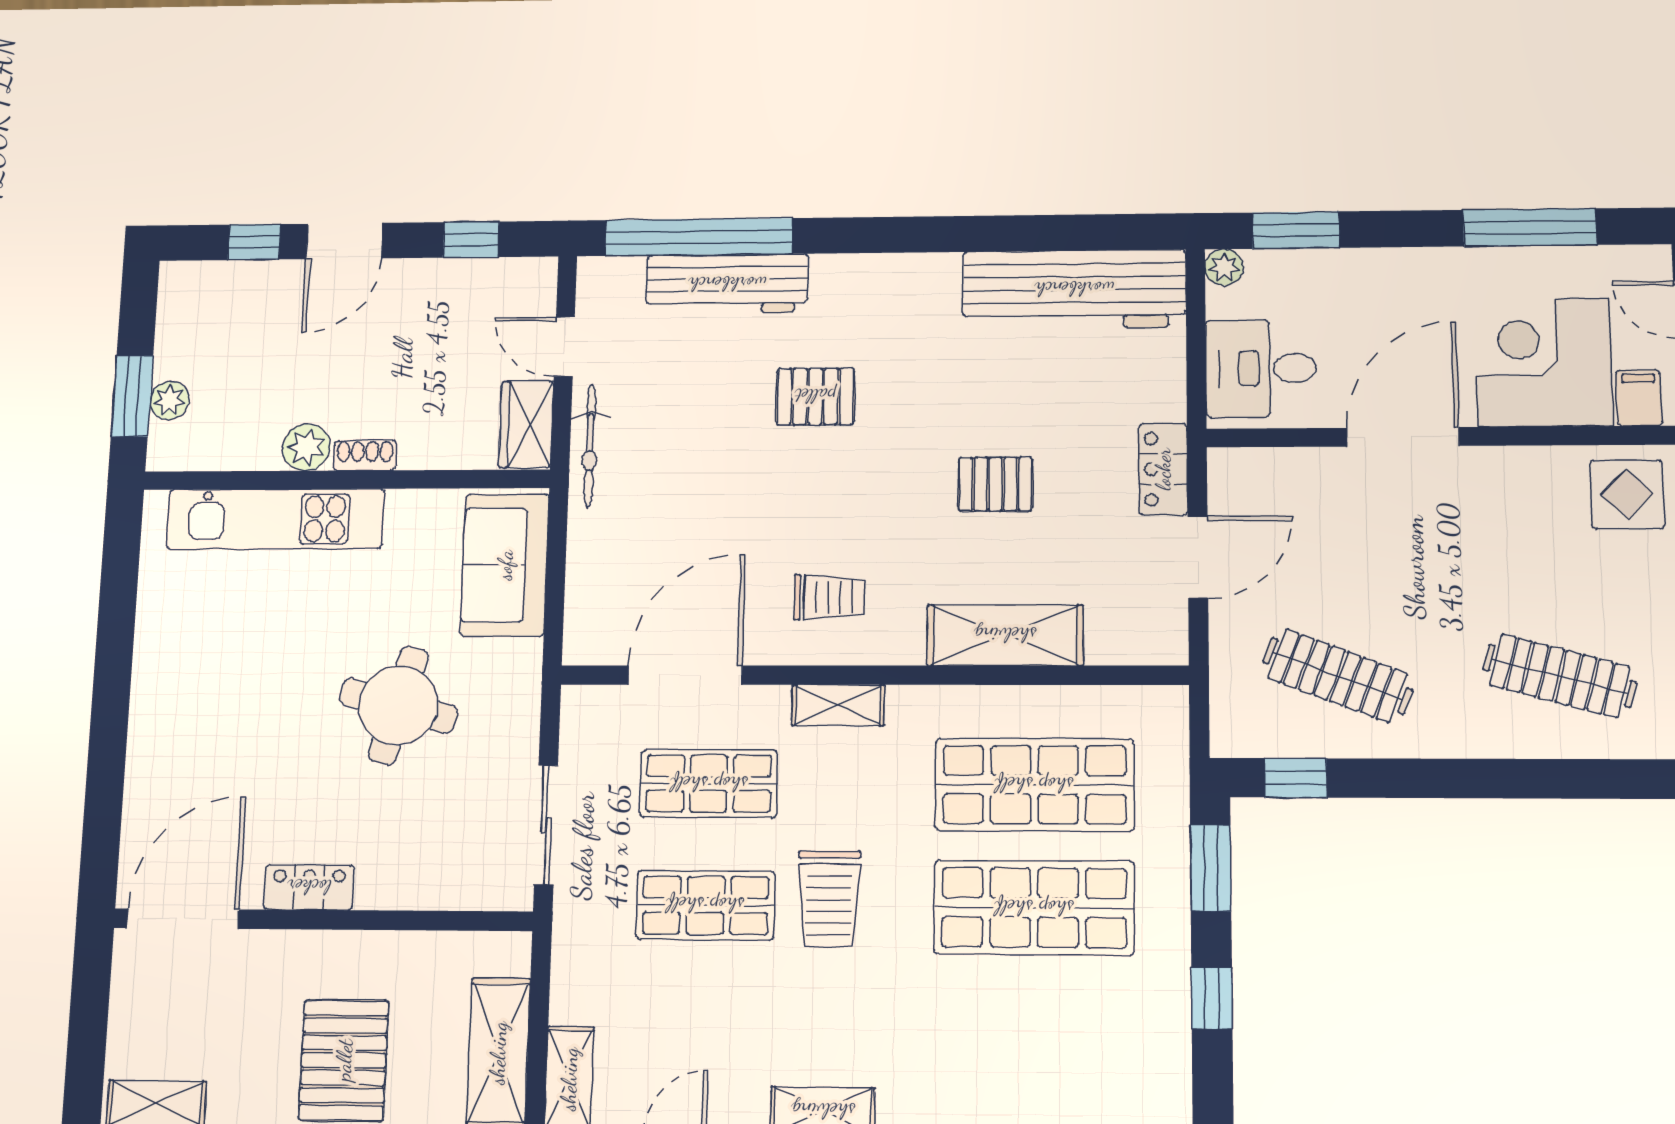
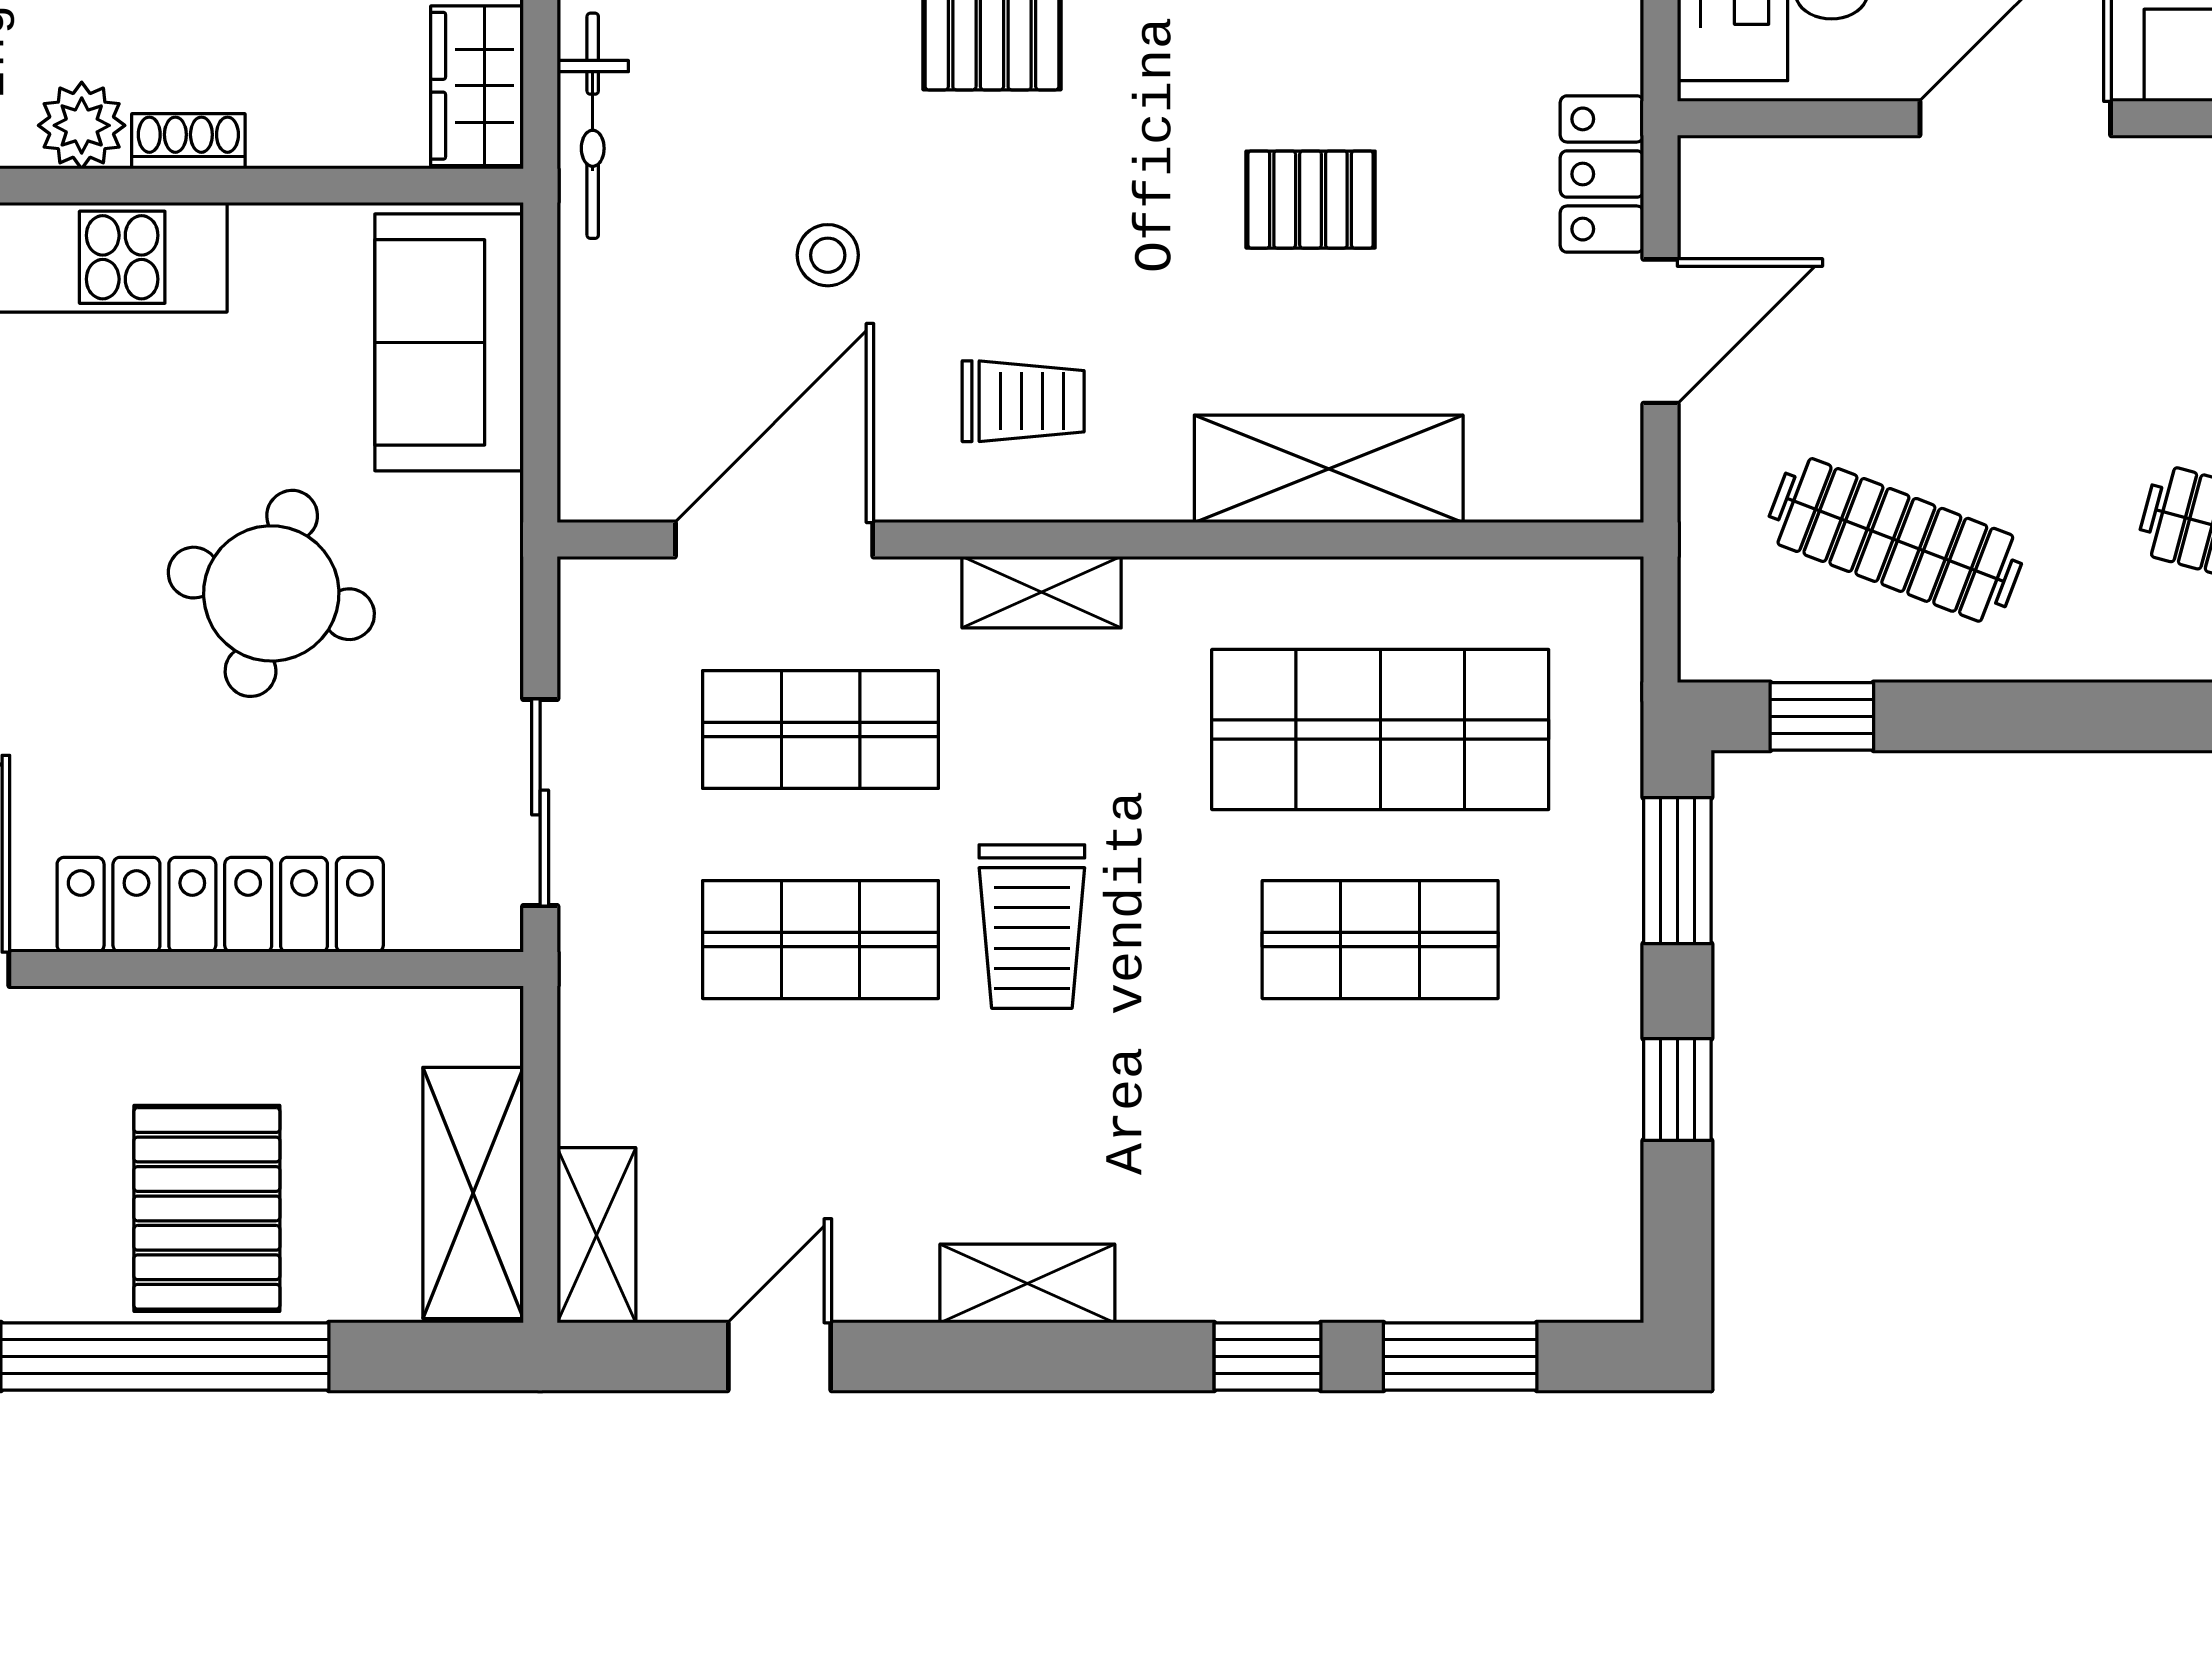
stool: (720, 516) -> (828, 255), added
locker: (309, 887) -> (220, 905), width x2.16, depth x1.21
shop shelf: (1034, 908) -> (1380, 940), width x0.70, depth x0.74

